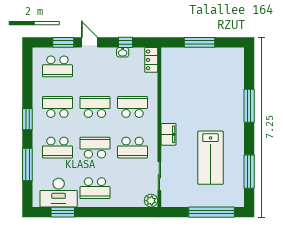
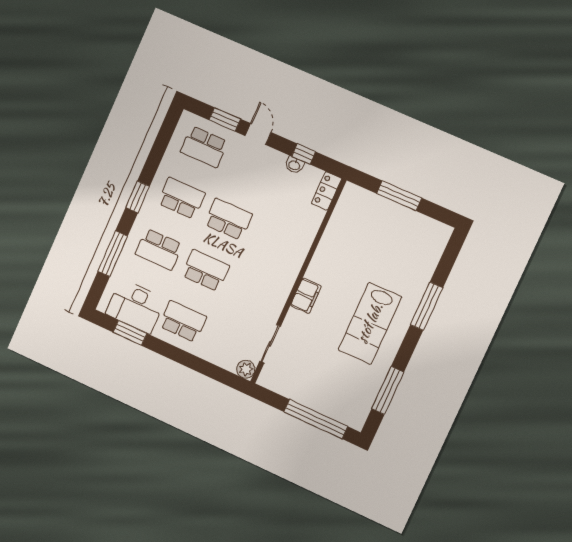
school desk: (133, 107) -> (276, 240), removed
school desk: (133, 148) -> (253, 292), removed
lab bench: (211, 158) -> (370, 323), moved
school desk: (95, 188) -> (183, 321), turned 180

